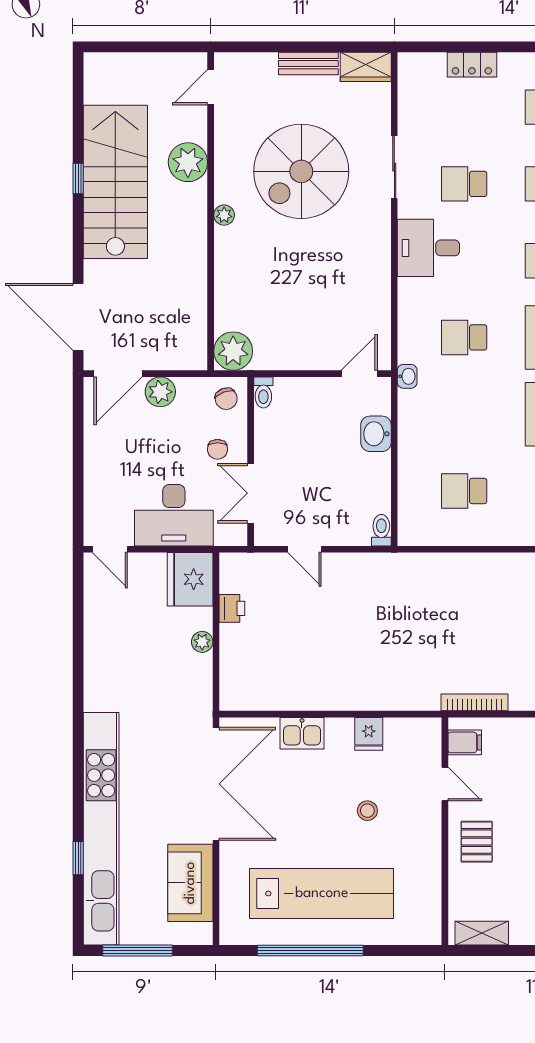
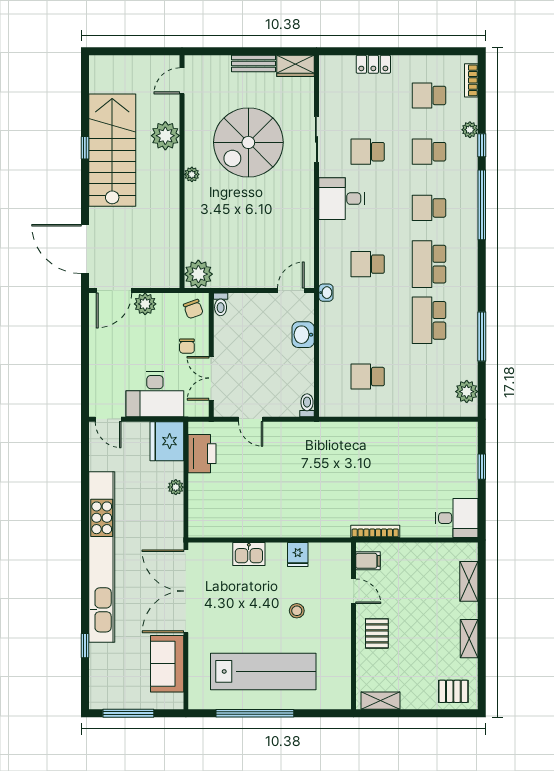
printer: (232, 608) -> (202, 454), width x1.87, depth x1.48
double door: (216, 784) -> (186, 591), swing flipped
kitchen unit: (101, 829) -> (102, 557), moved

